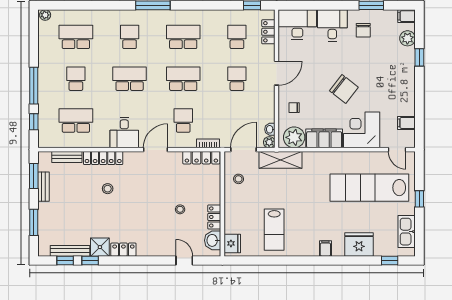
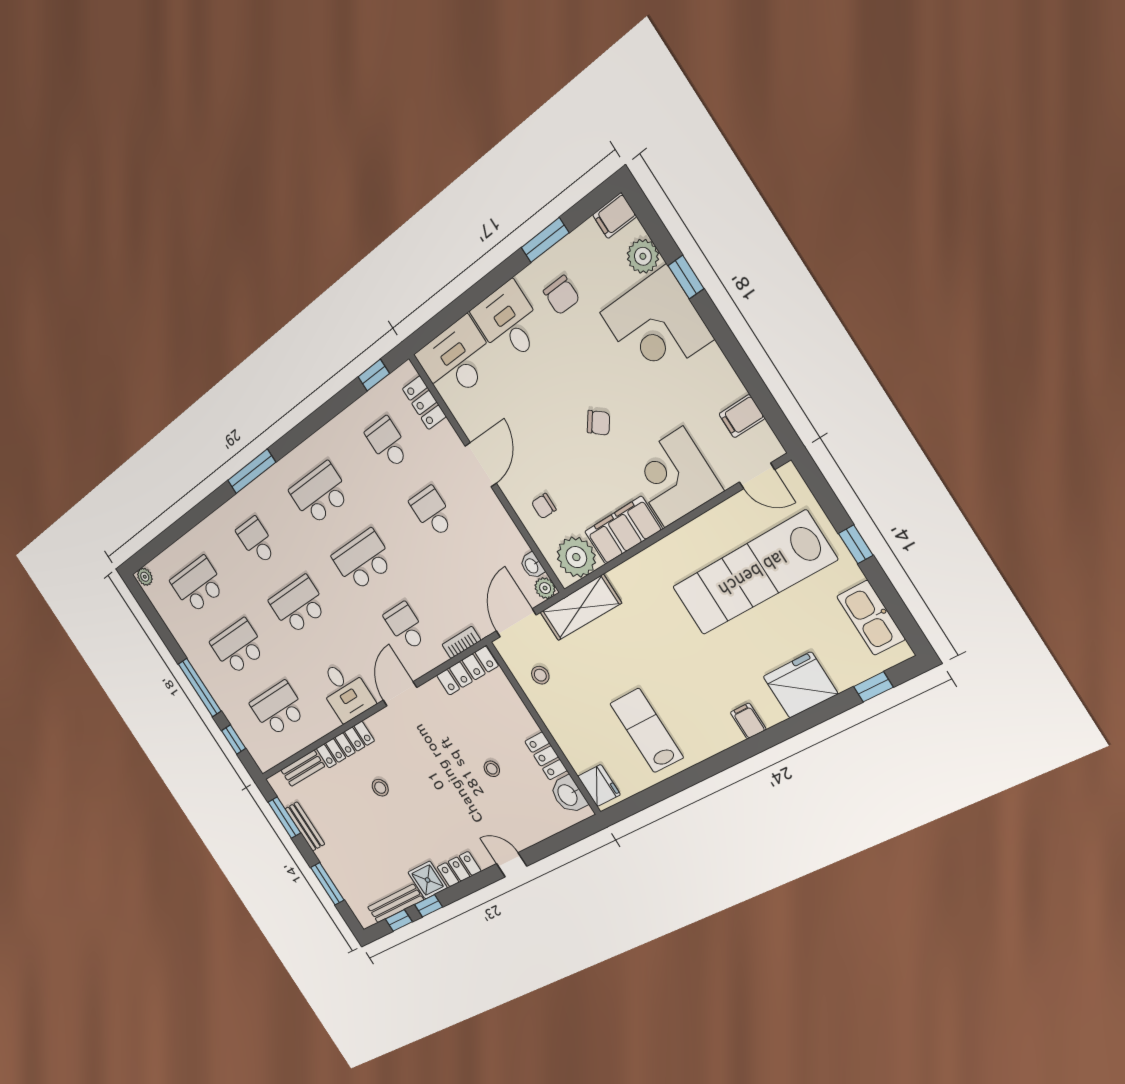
corner desk: (395, 67) -> (656, 326), added
school desk: (76, 79) -> (238, 647), width x1.85
chair: (344, 89) -> (598, 423), width x0.54, depth x0.54
lab bench: (274, 230) -> (647, 731), turned 180
door: (184, 260) -> (512, 865), moved

